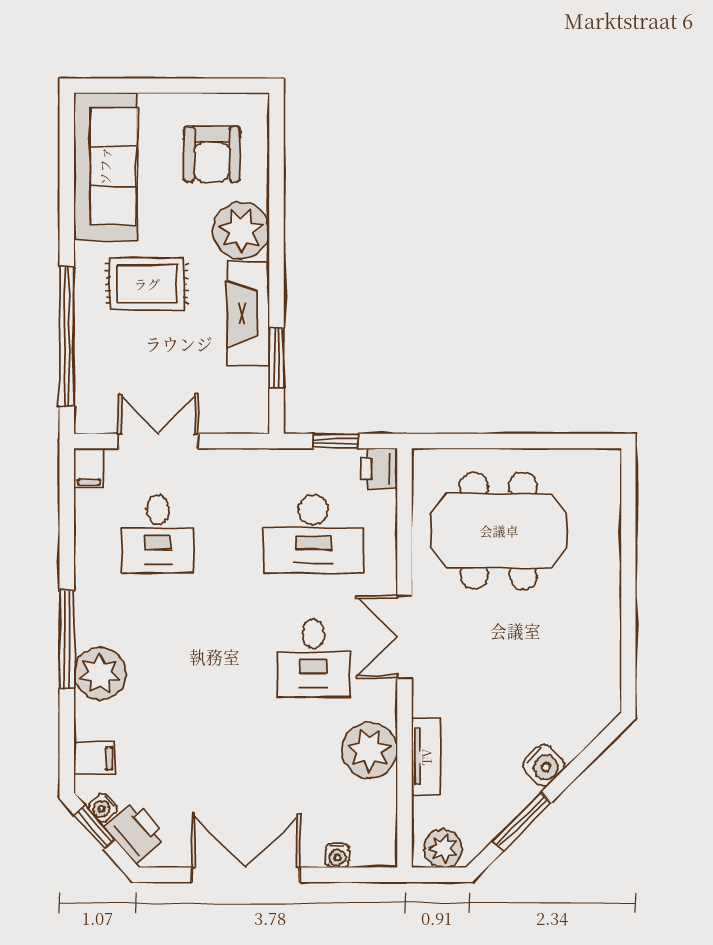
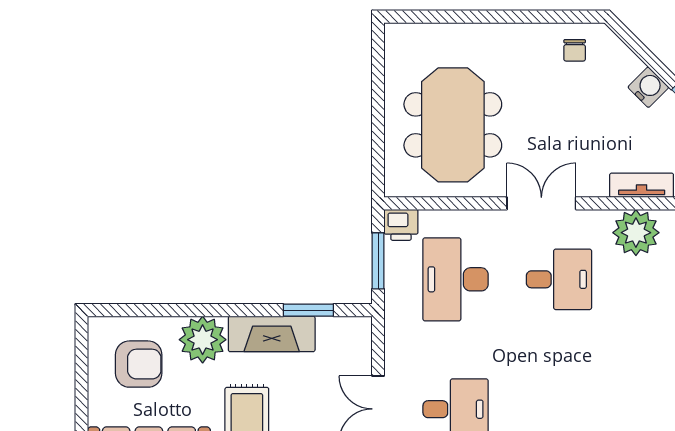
window: (336, 441) -> (378, 261), width x1.50
desk: (313, 534) -> (456, 279), turned 180
double door: (404, 637) -> (541, 203), swing flipped
chair: (588, 677) -> (575, 50), added

